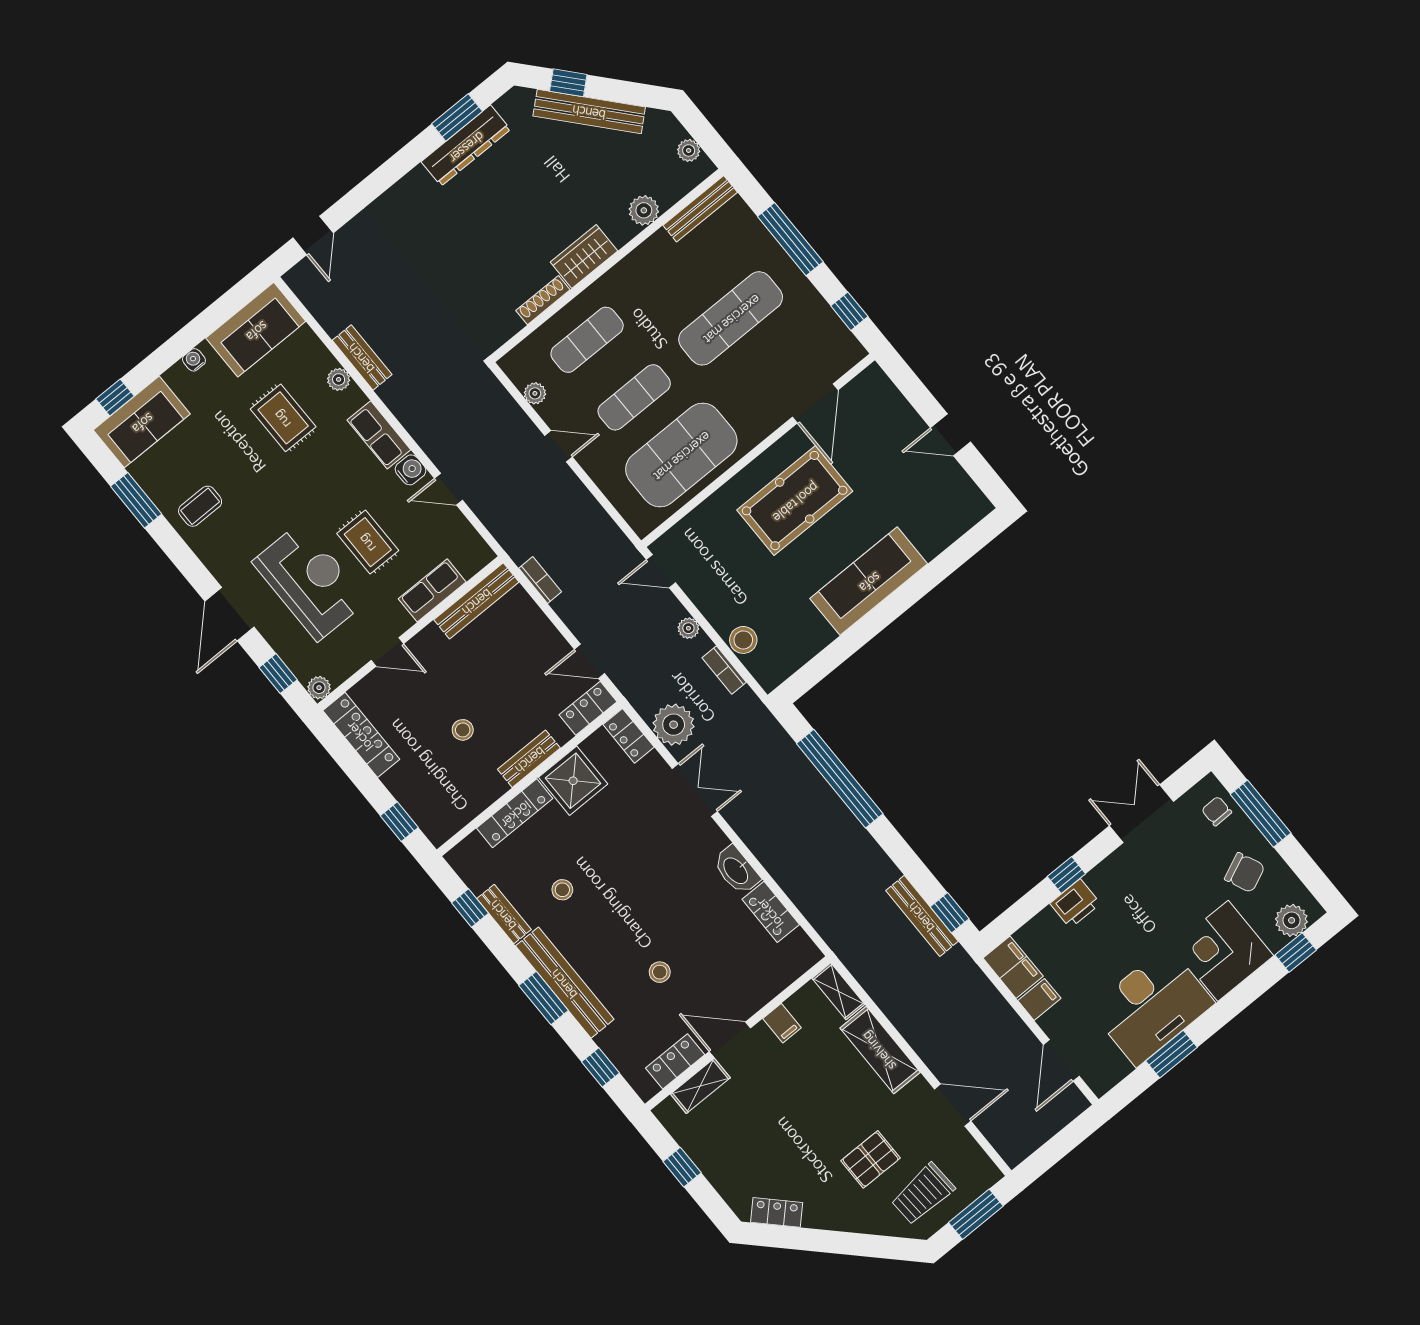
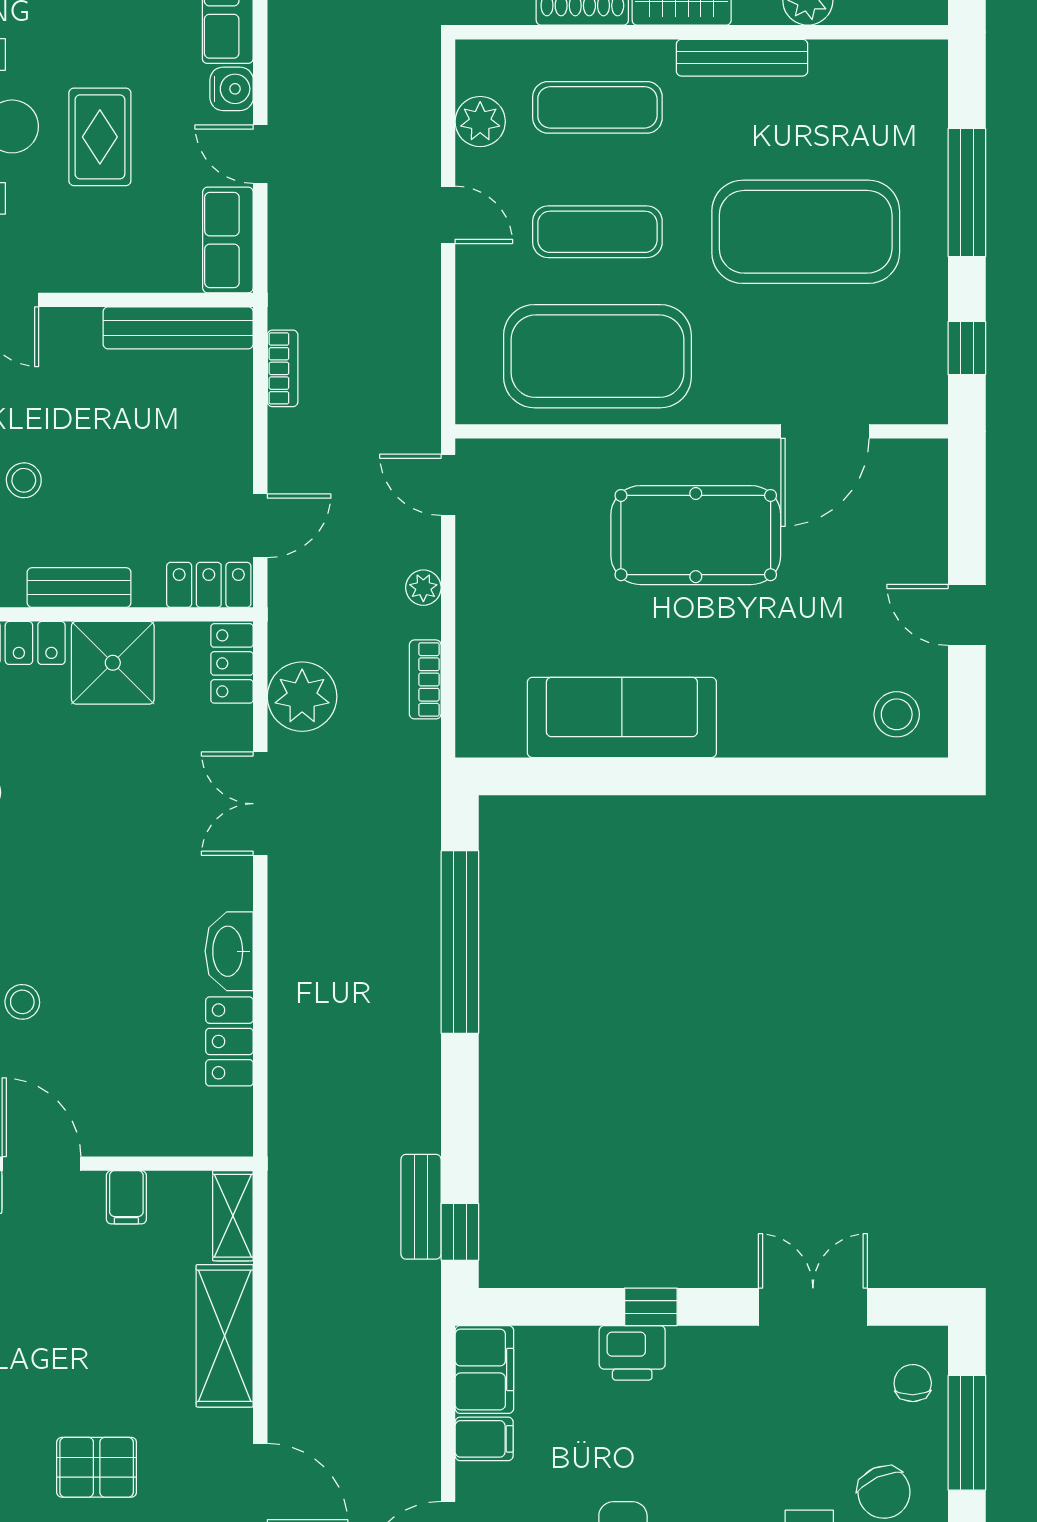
bench: (700, 209) -> (742, 58), moved
exercise mat: (731, 318) -> (806, 232), width x1.47
plant: (535, 393) -> (480, 122), width x1.38, depth x1.38
sofa: (869, 581) -> (622, 717), moved
row of seats: (432, 590) -> (228, 240), moved, turned -90
stool: (743, 640) -> (897, 714), moved
door: (589, 661) -> (260, 526), swing flipped
double door: (695, 790) -> (260, 804), swing flipped
bench: (922, 916) -> (421, 1207), width x0.73

